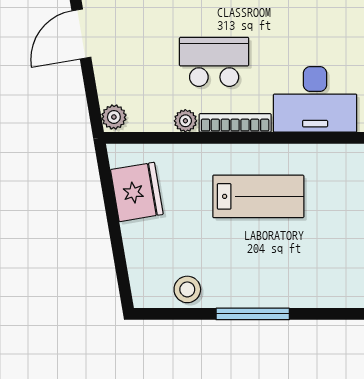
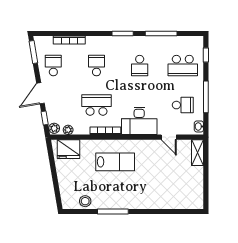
window: (91, 92) -> (45, 118), added
plant: (185, 121) -> (68, 130), moved
fridge: (137, 192) -> (68, 149), moved, turned 100

